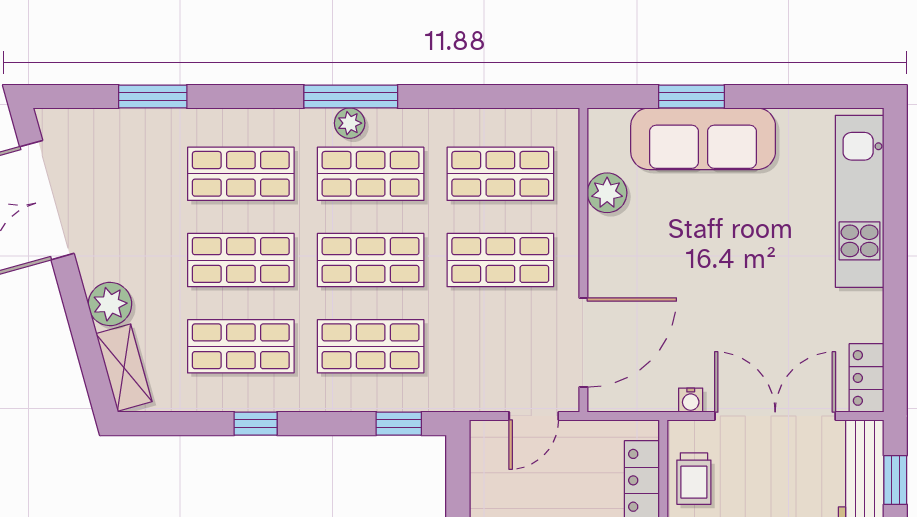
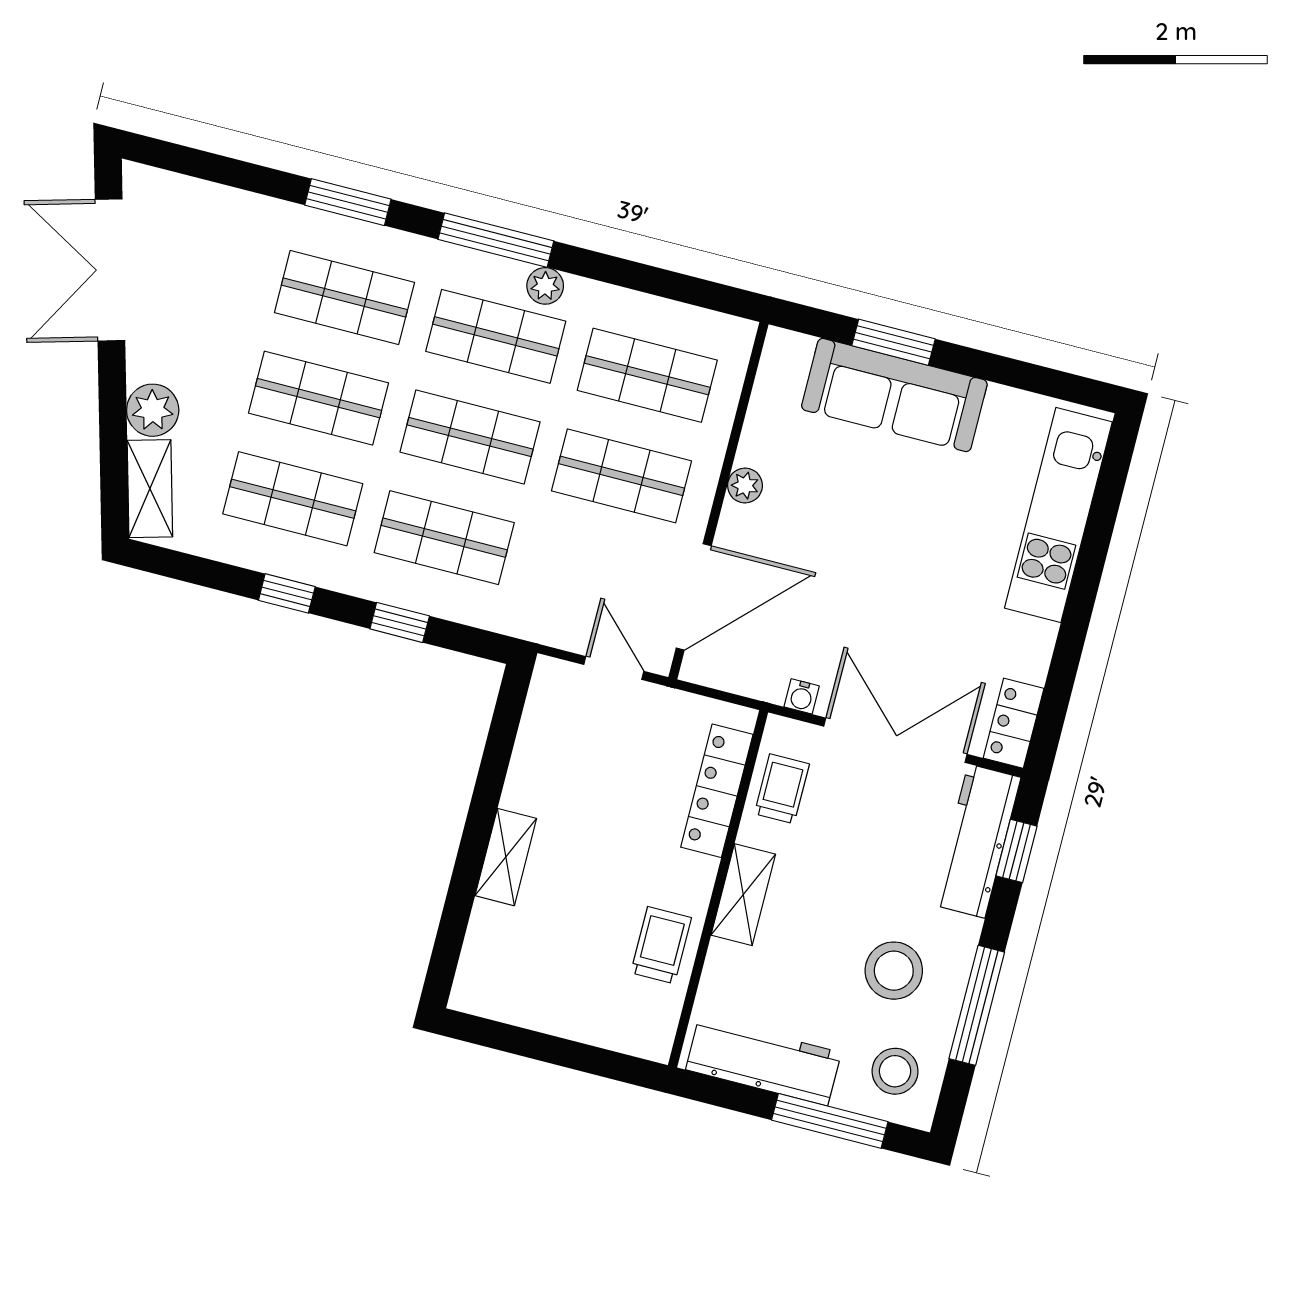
window: (153, 97) -> (348, 202), moved
plant: (350, 123) -> (545, 286), moved
plant: (607, 193) -> (745, 485), moved, width x0.73, depth x0.73
door: (534, 416) -> (614, 668), swing flipped
window: (399, 424) -> (400, 622), moved
trolley: (694, 479) -> (782, 789), turned 180

